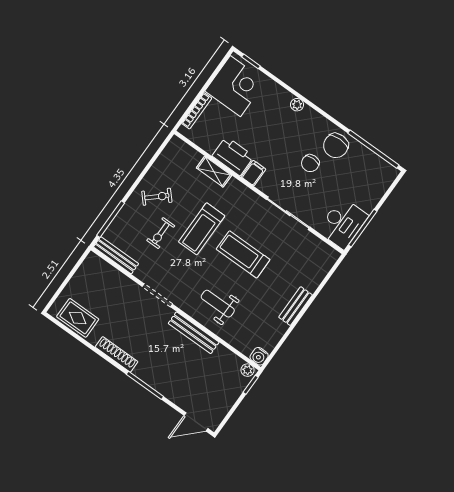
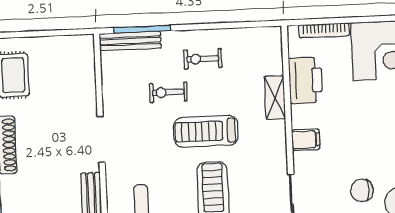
printer: (233, 156) -> (306, 80), moved
exercise bike: (157, 197) -> (203, 59), turned 132
bench: (116, 255) -> (130, 41), moved, turned 90

